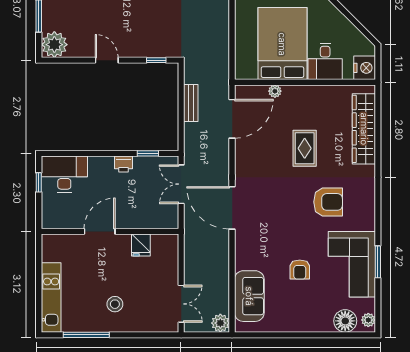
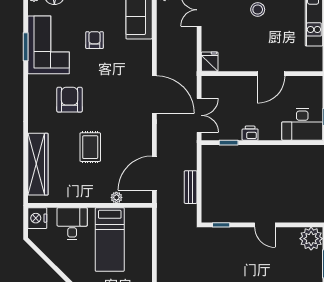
bed: (282, 44) -> (110, 240), width x0.67
armchair: (328, 202) -> (70, 100), turned 90
fridge: (141, 245) -> (210, 62), moved

